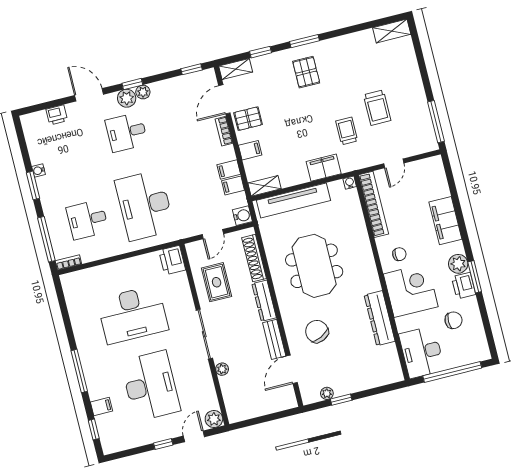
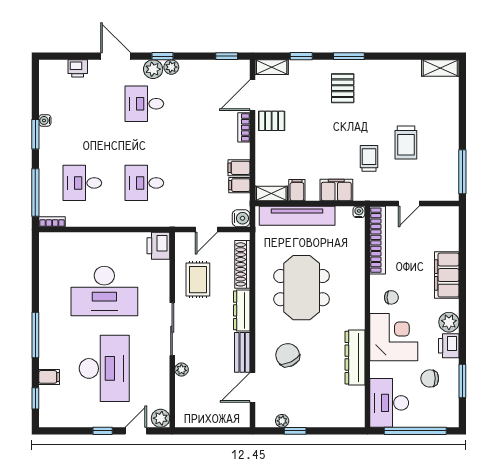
filing cabinet: (250, 150) -> (297, 190), moved, turned -90
desk: (145, 205) -> (144, 183), width x0.53, depth x0.77
window: (475, 277) -> (462, 381), moved
chair: (454, 320) -> (430, 378), turned 180

